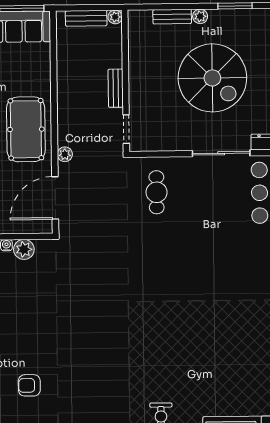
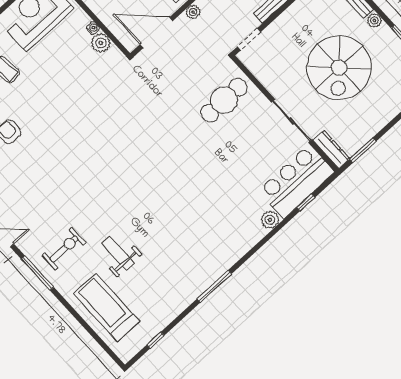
cafe table: (157, 192) -> (224, 100), width x1.37, depth x1.35
weight bench: (203, 385) -> (118, 253), added

